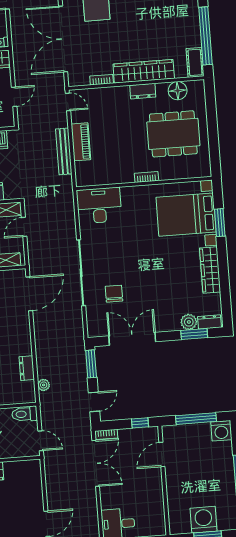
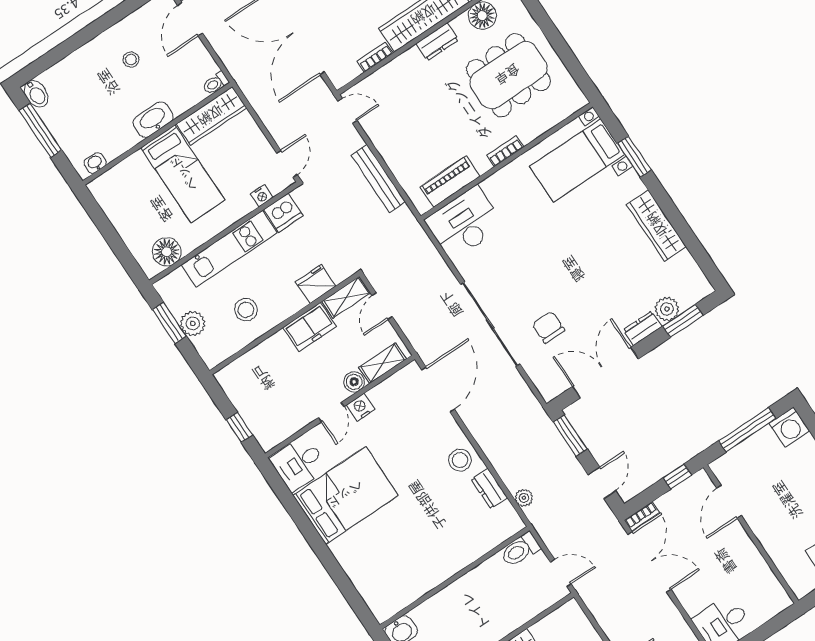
door: (14, 97) -> (287, 164), moved
piano: (81, 142) -> (450, 182), moved, turned -90
bed with nightstands: (186, 215) -> (577, 160), width x0.73
dresser: (210, 322) -> (643, 328), moved
stool: (19, 342) -> (460, 460), added

